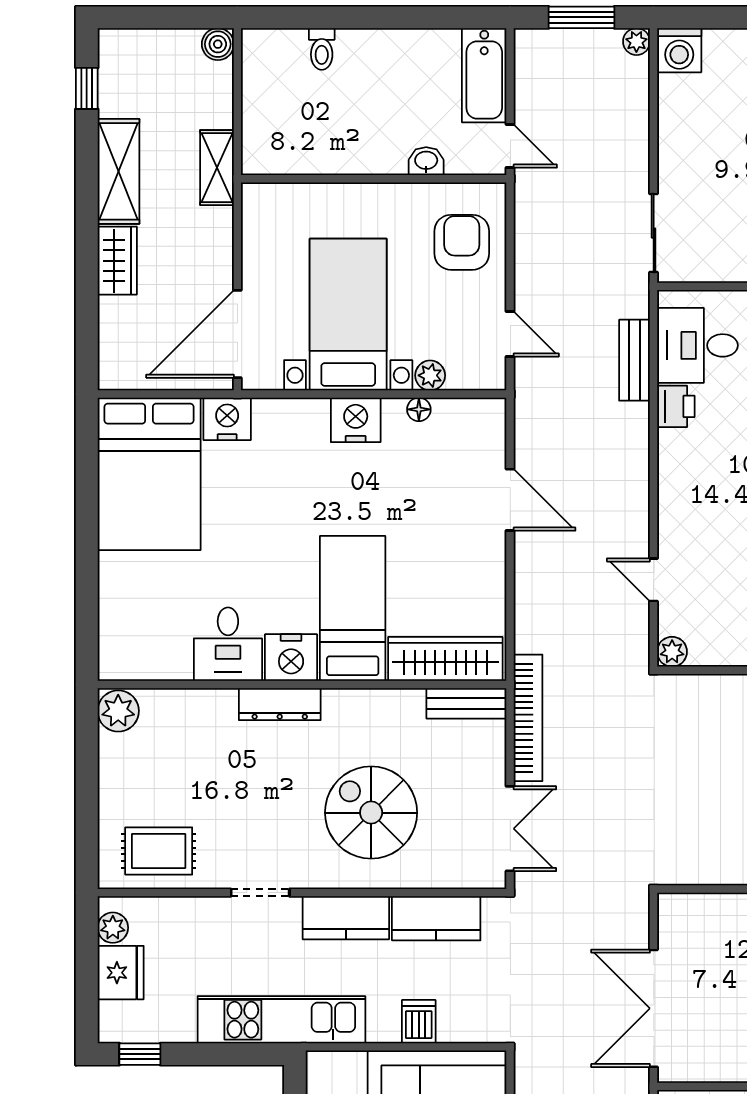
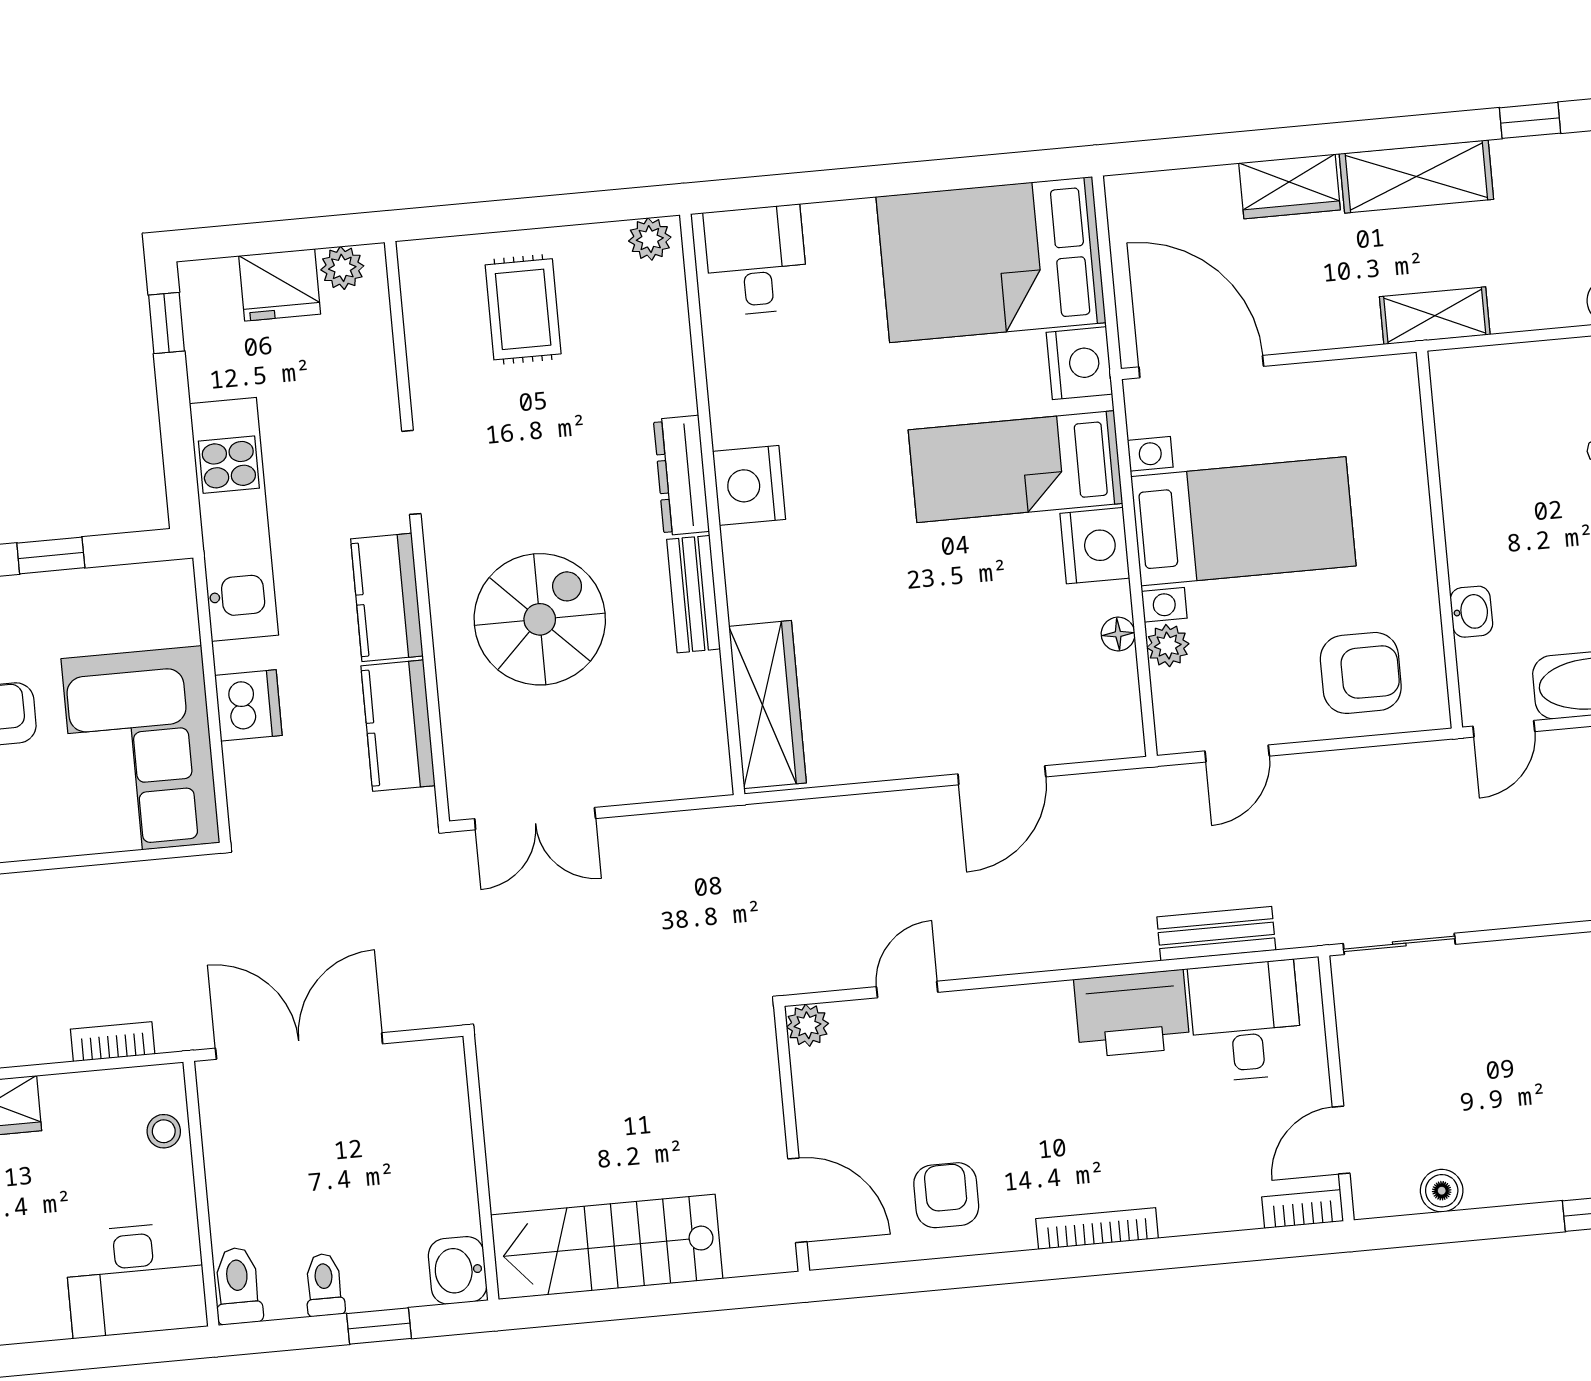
printer: (676, 406) -> (1132, 1014), width x1.87, depth x1.48
bed: (353, 608) -> (1016, 467), moved, turned 180
desk: (228, 644) -> (756, 260), moved, turned 90
bench: (466, 703) -> (694, 594), moved
plant: (118, 711) -> (650, 239), width x0.73, depth x0.73
bookcase: (528, 718) -> (695, 830), removed
rug: (159, 851) -> (523, 309), moved
dishwasher: (419, 1022) -> (248, 705), width x1.38

